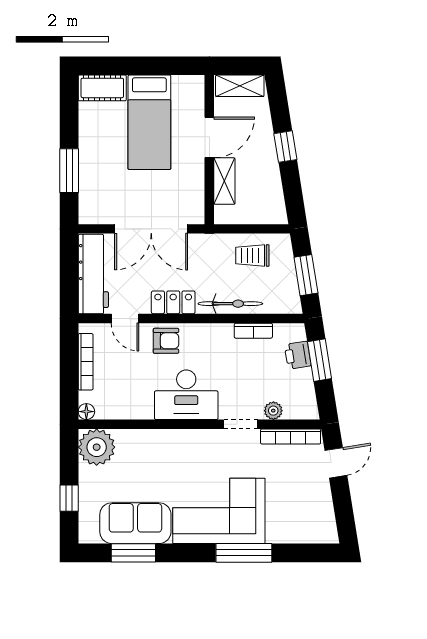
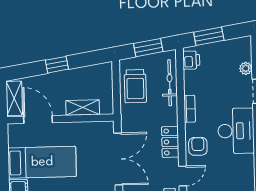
door: (209, 137) -> (38, 120), moved
trolley: (252, 256) -> (135, 86), width x1.36, depth x1.39
bicycle: (230, 304) -> (170, 83), moved
bookcase: (253, 331) -> (190, 109), moved
printer: (298, 355) -> (191, 60), moved, turned -81

